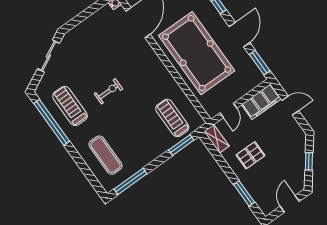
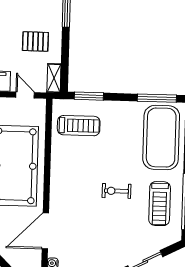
door: (228, 110) -> (25, 95), hinge flipped
treadmill: (172, 118) -> (79, 126), turned -90
exercise mat: (106, 155) -> (161, 138), width x2.00, depth x1.45

